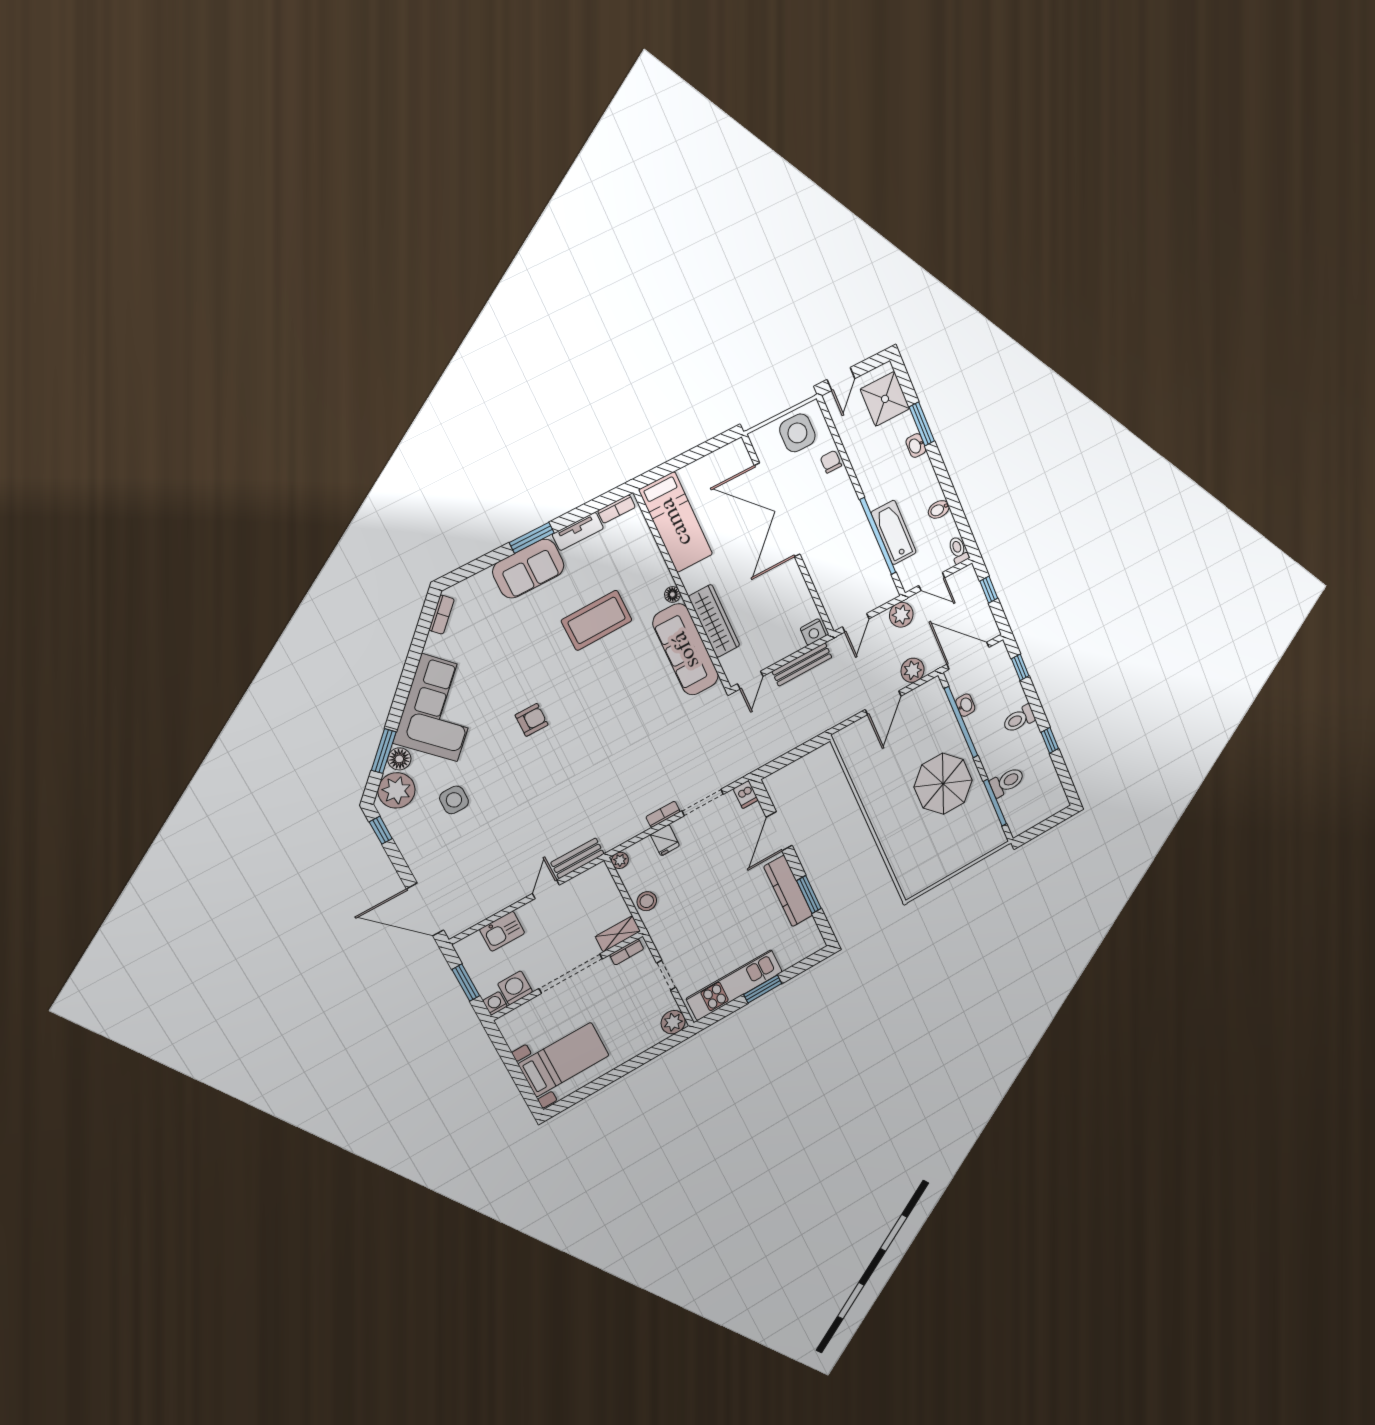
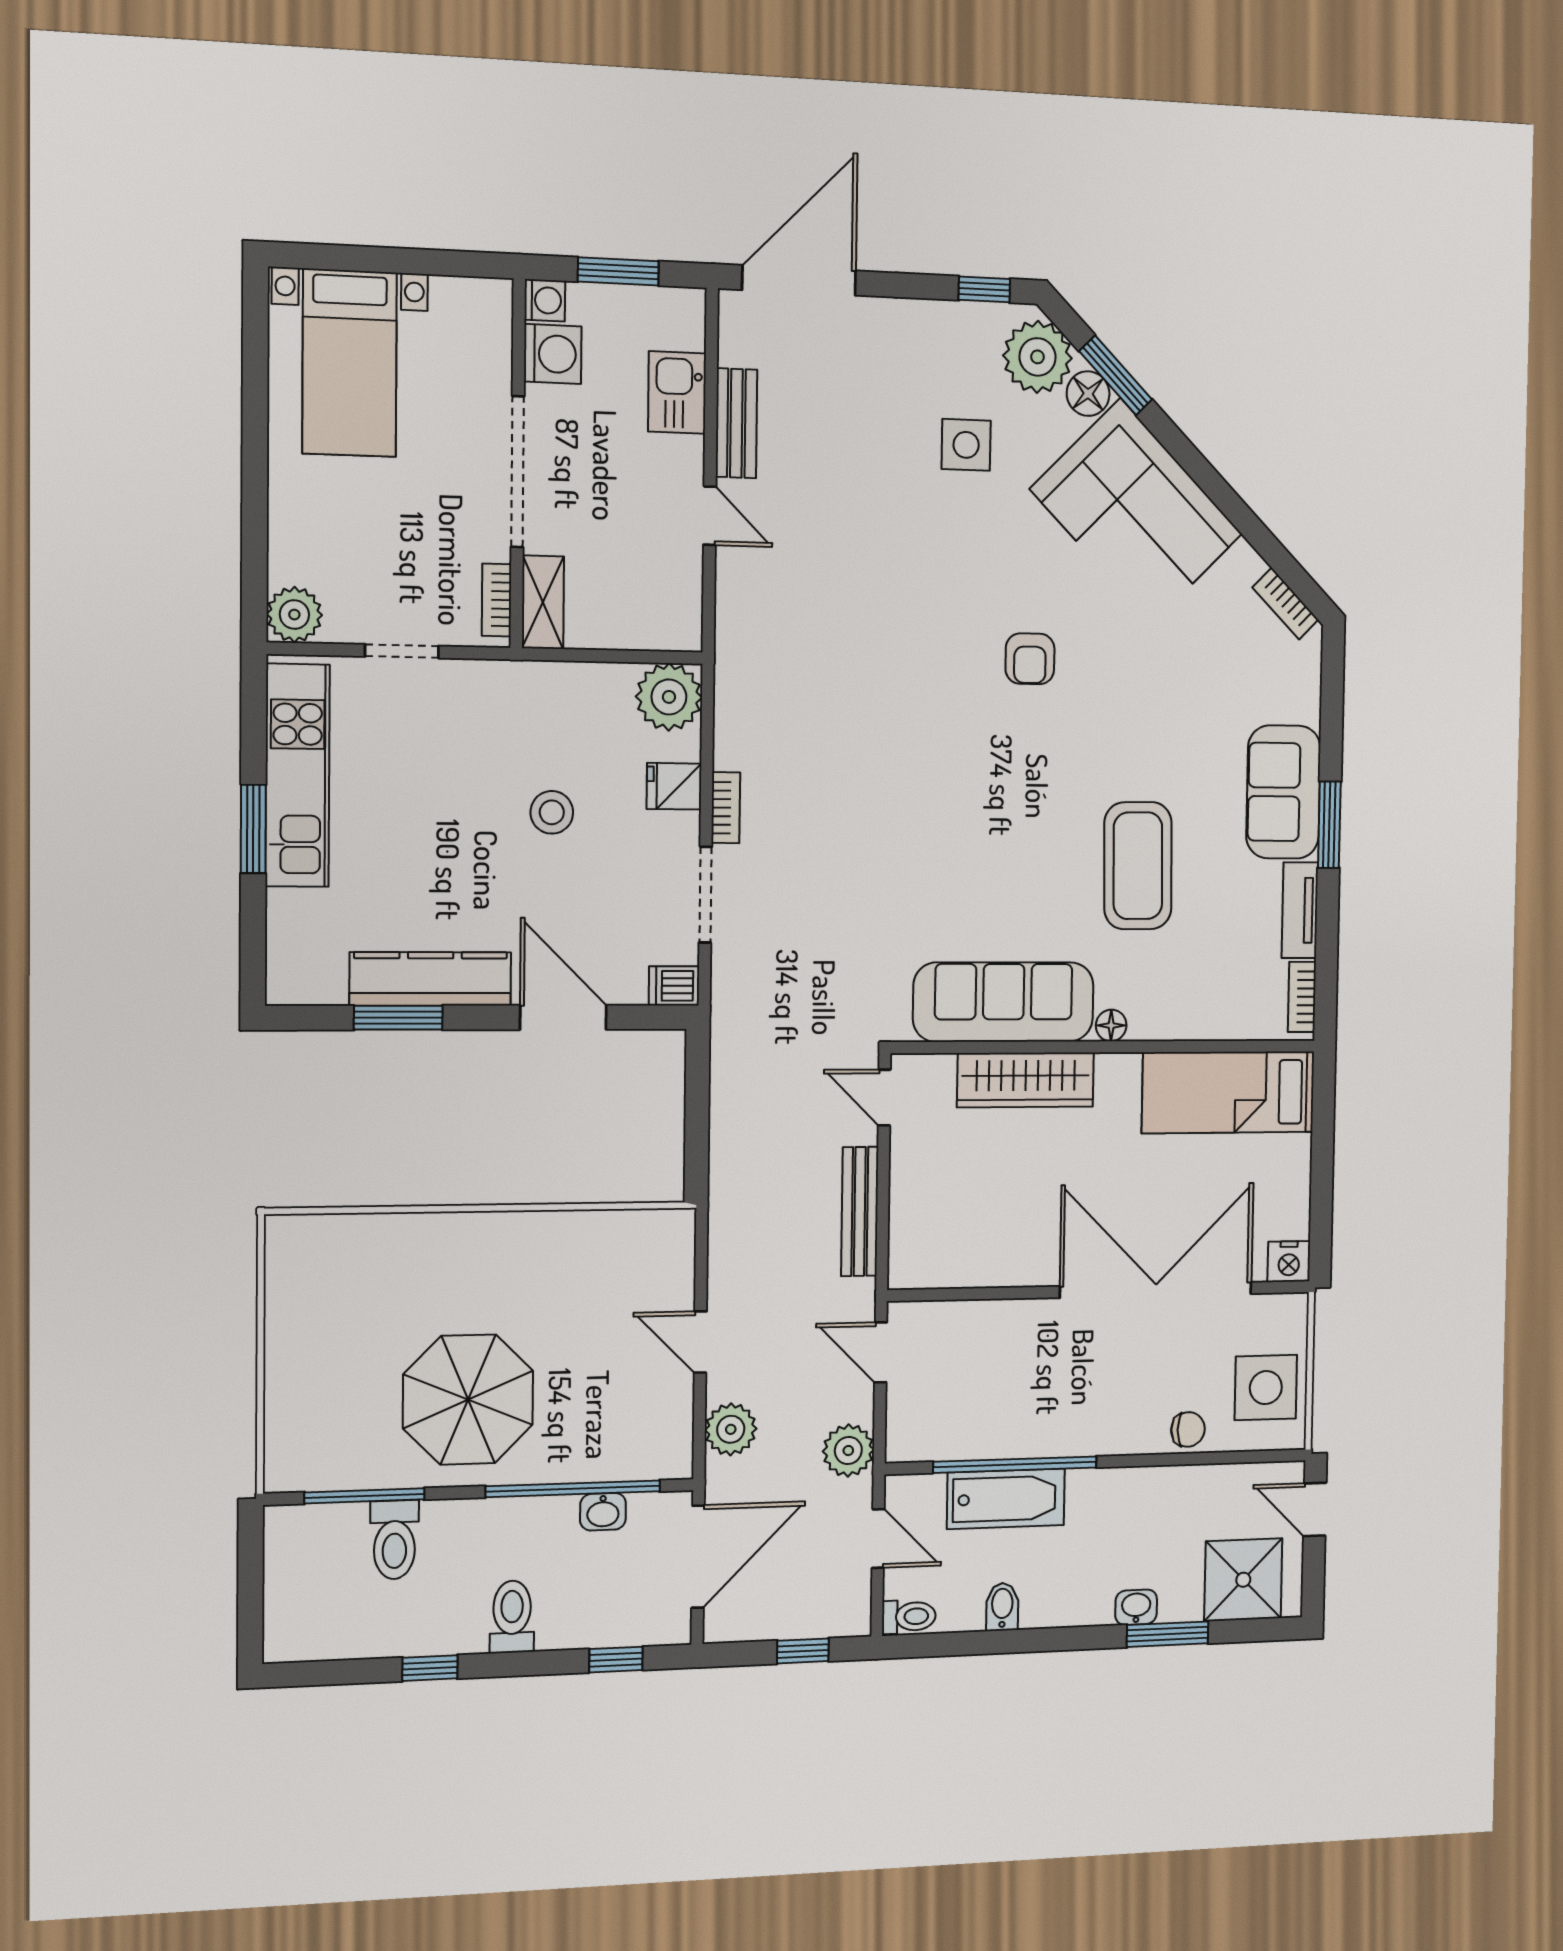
door: (932, 582) -> (878, 1539), swing flipped
nightstand: (813, 632) -> (1289, 1262), moved, turned -90
door: (883, 703) -> (700, 1342), width x0.73
bench: (577, 858) -> (736, 423), moved
plant: (620, 860) -> (669, 697), width x1.88, depth x1.88
stool: (647, 901) -> (552, 812), moved

